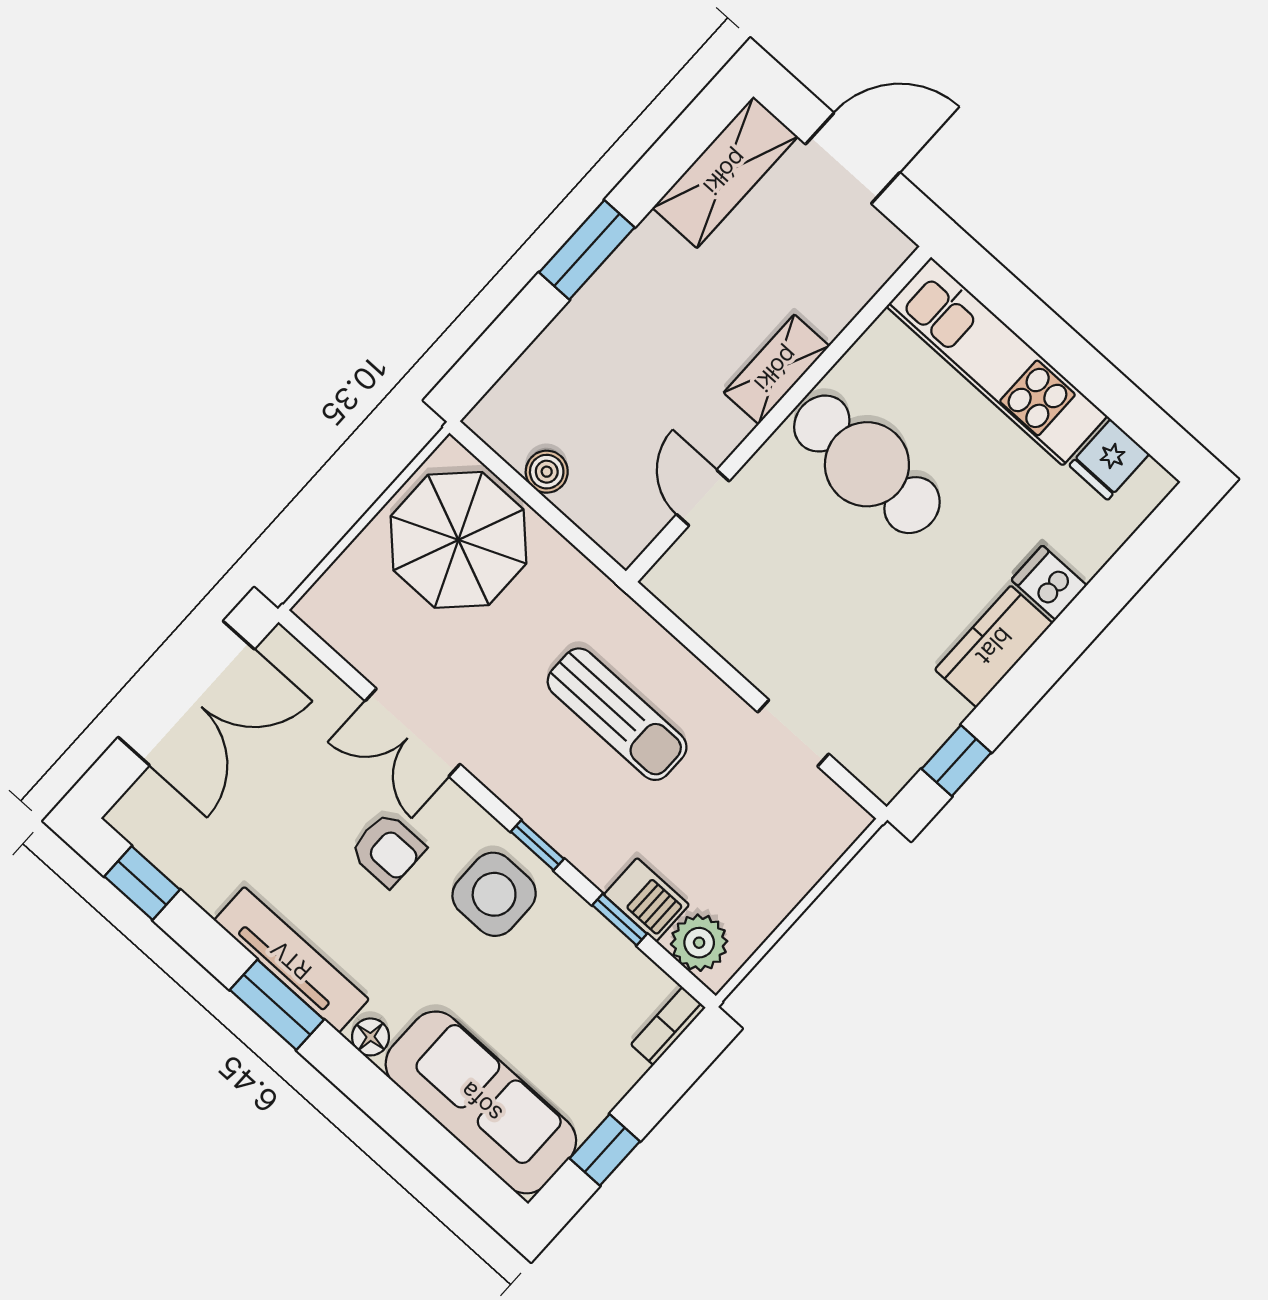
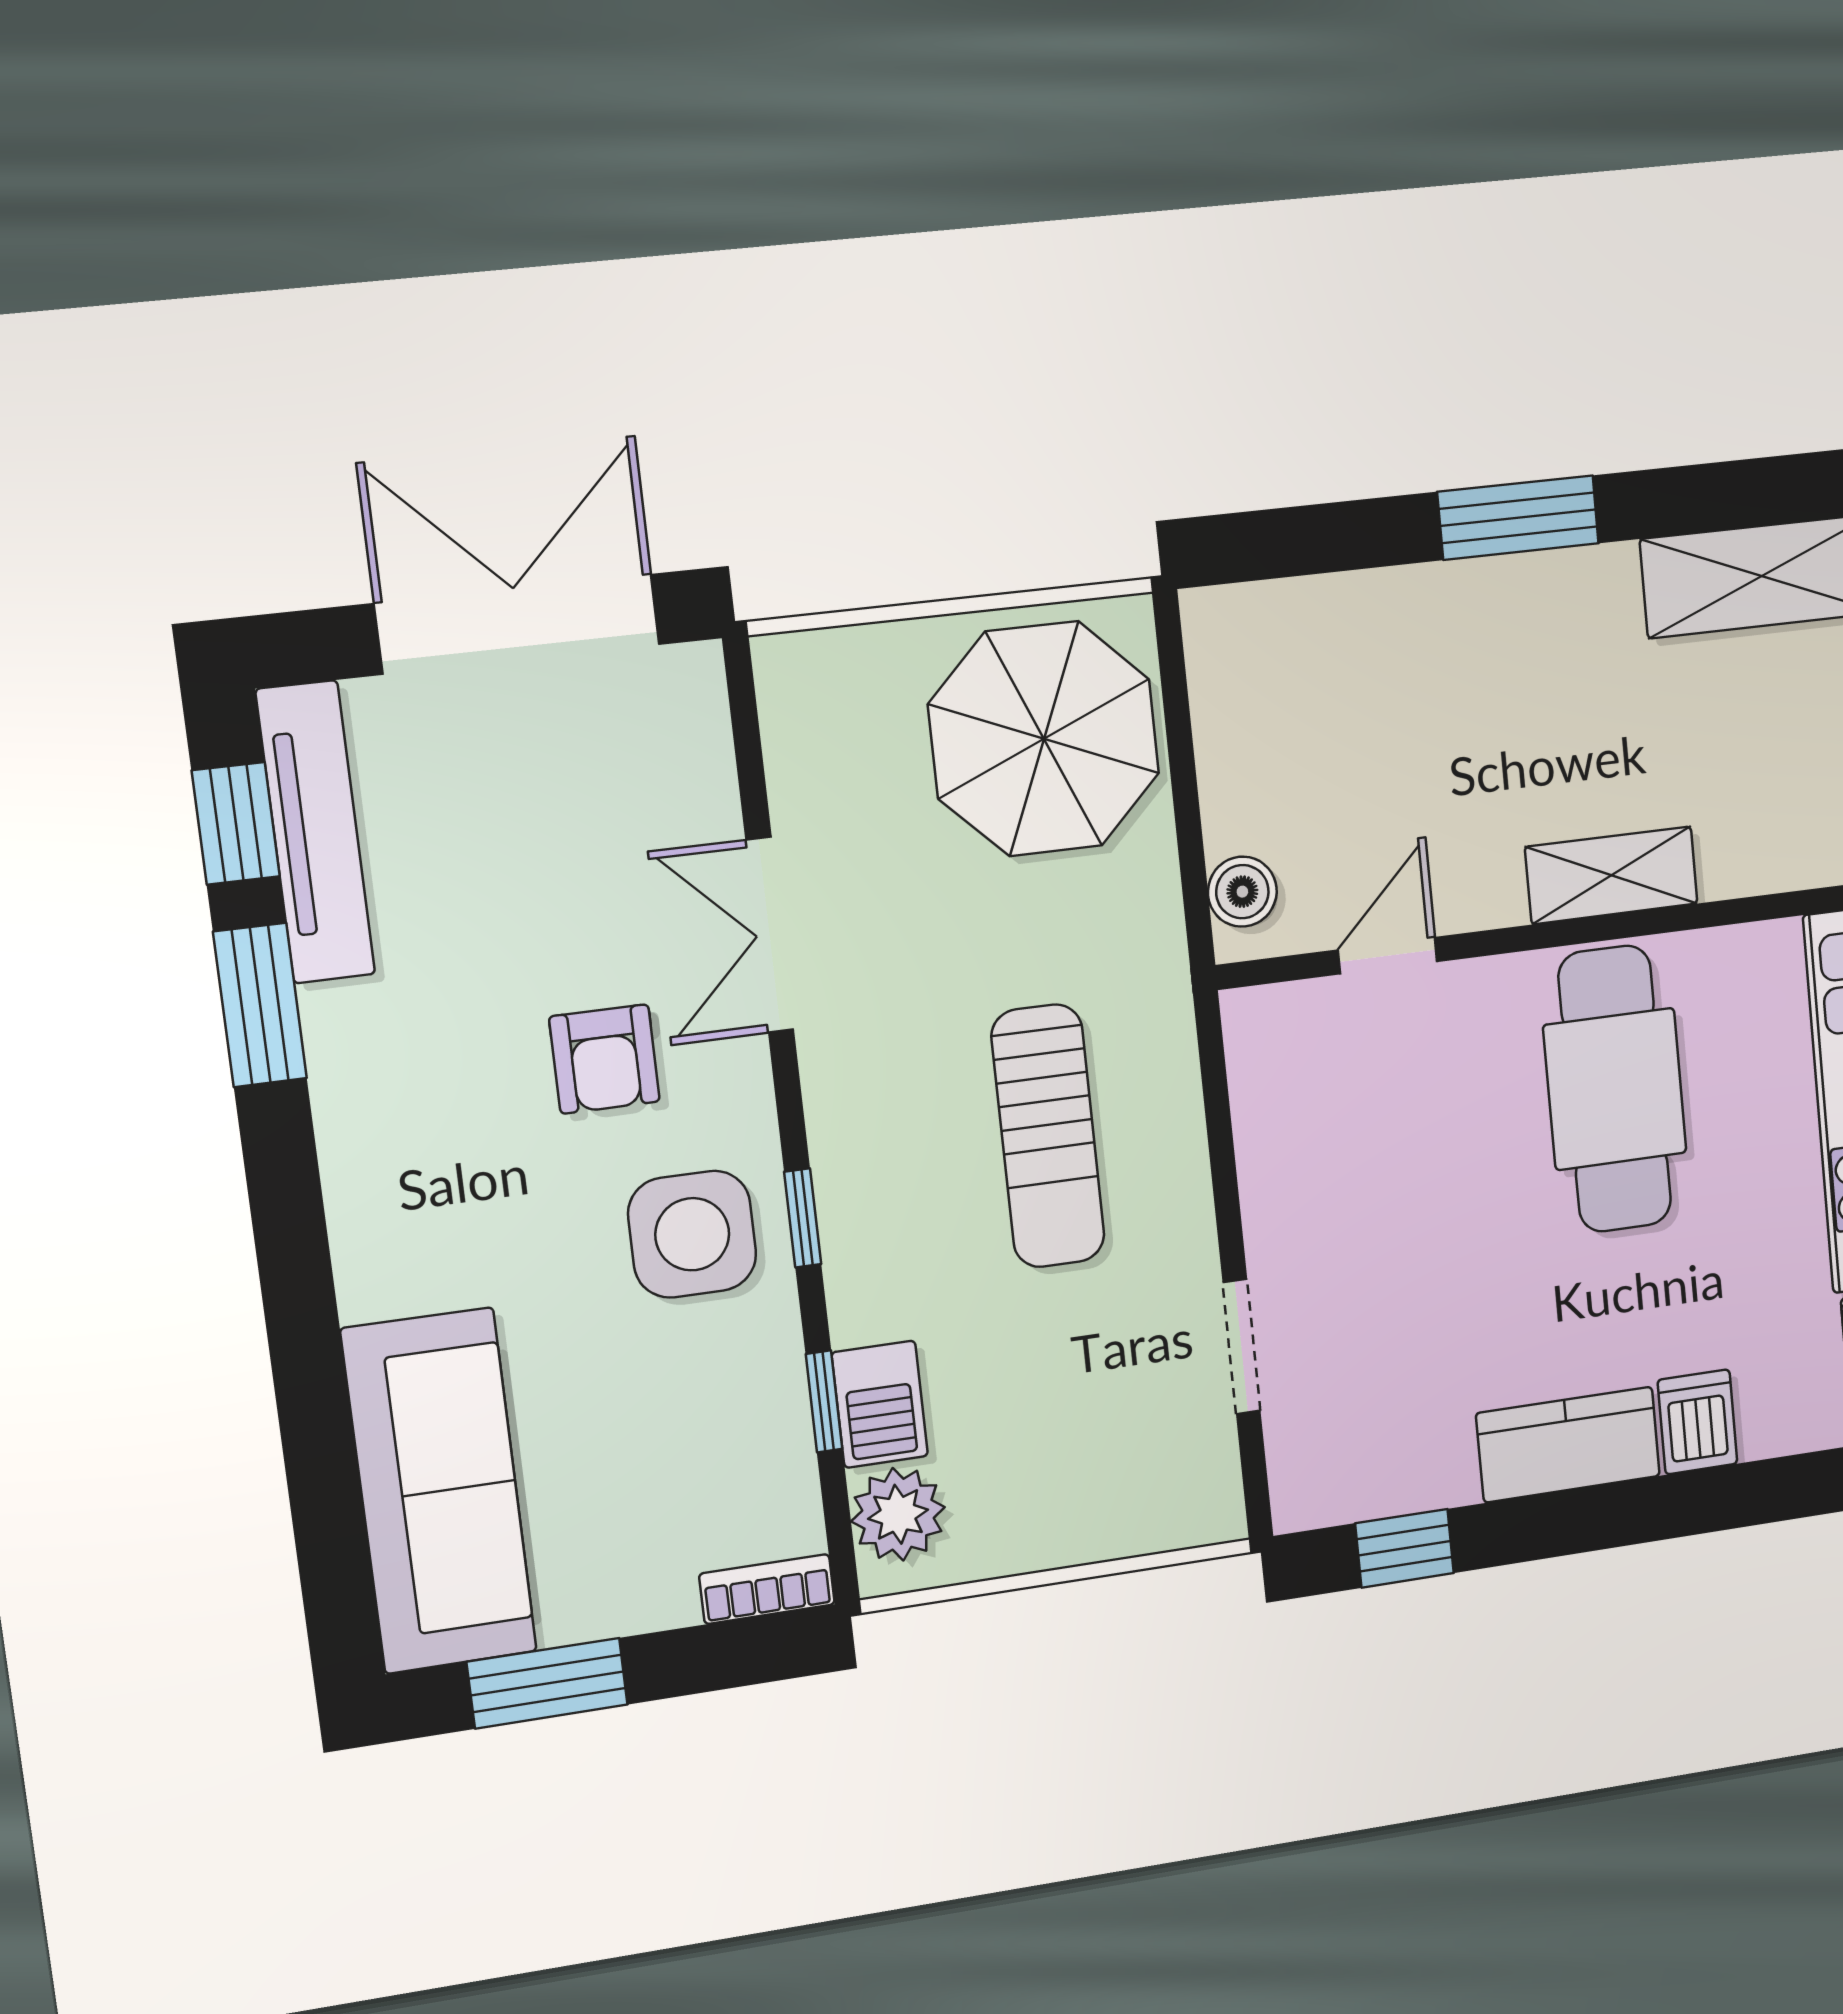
boiler: (547, 472) -> (1242, 892), moved
double door: (186, 693) -> (518, 624), swing flipped
tv unit: (291, 960) -> (315, 832), moved
window: (277, 1005) -> (260, 1005), moved
floor lamp: (370, 1037) -> (367, 1285), removed
window: (605, 1150) -> (547, 1683), width x1.50

